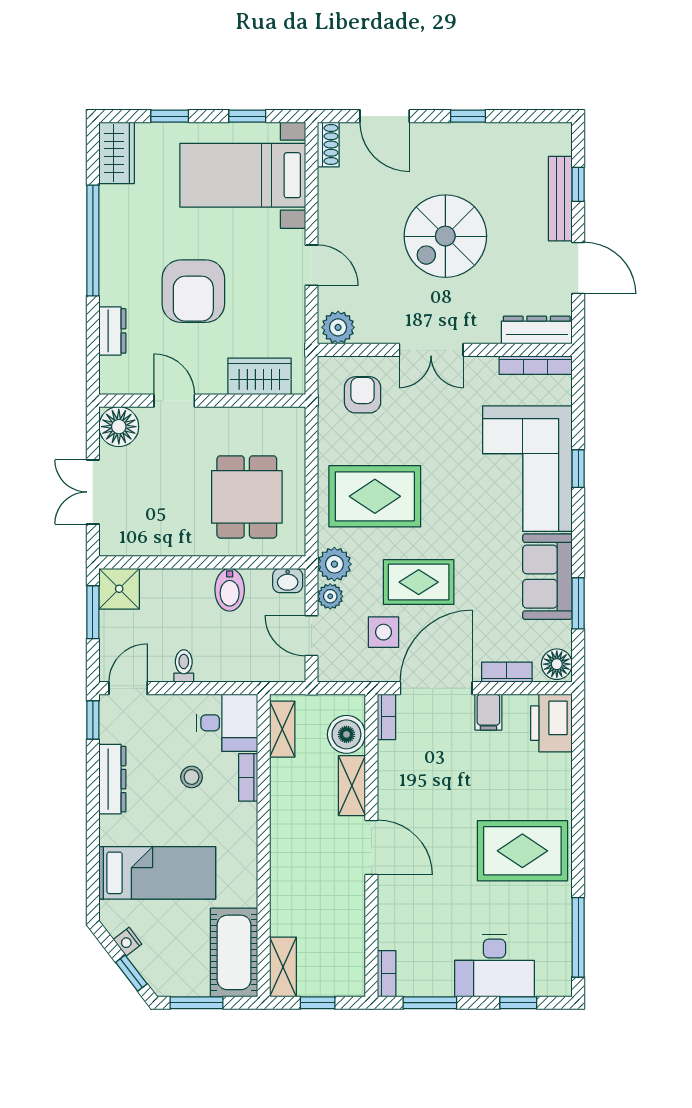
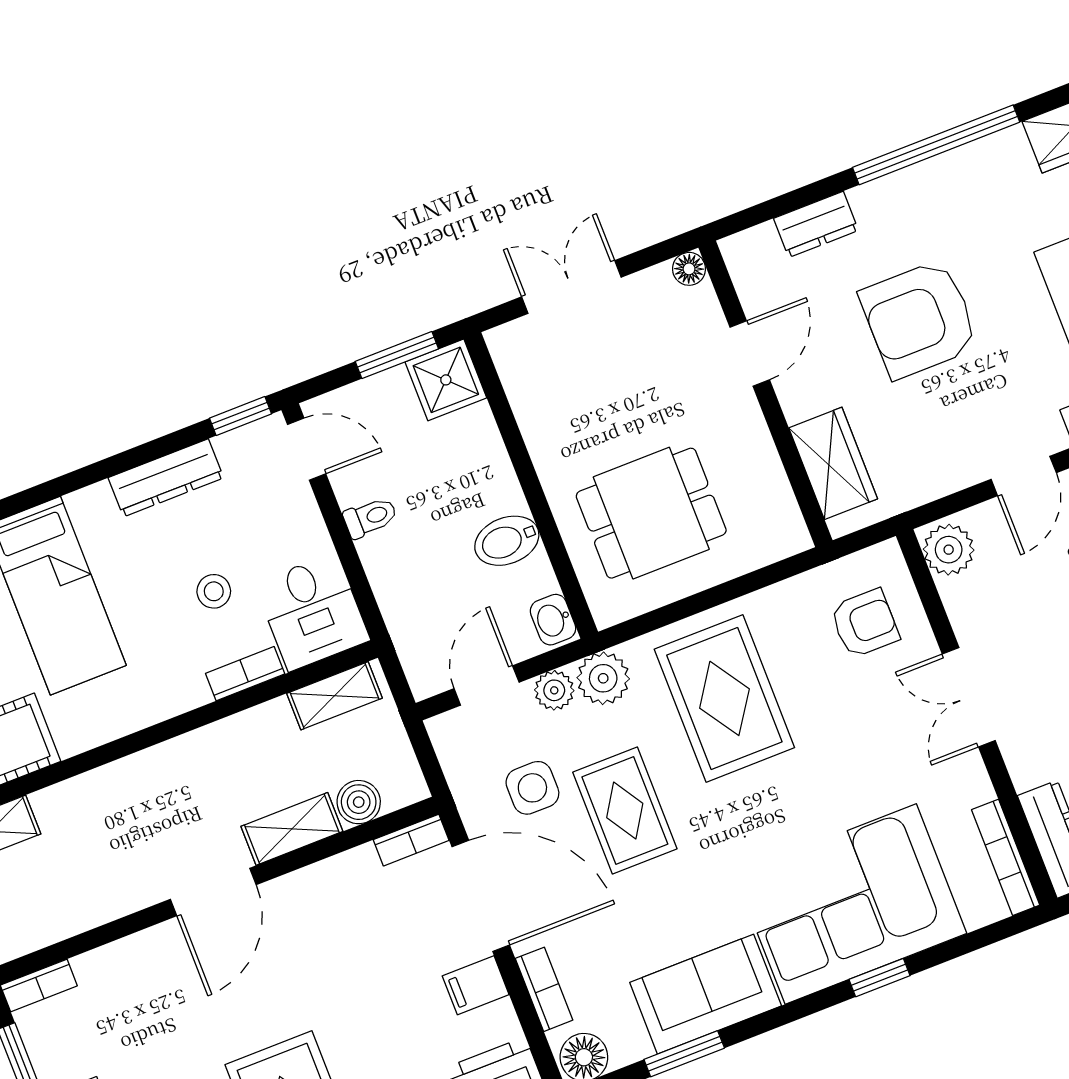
floor lamp: (119, 427) -> (689, 269), width x0.53, depth x0.53
boiler: (346, 734) -> (359, 802), width x0.73, depth x0.73

